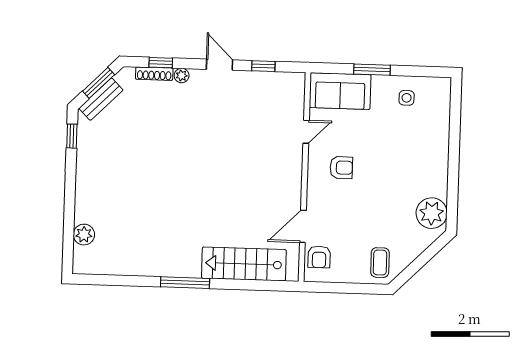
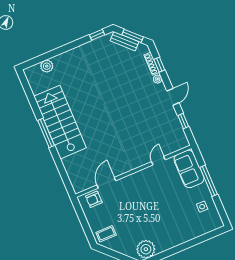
window: (372, 70) -> (209, 181), width x1.44
door: (306, 132) -> (158, 161), swing flipped
armchair: (341, 168) -> (148, 189), removed
door: (303, 226) -> (106, 183), hinge flipped
stairs: (244, 264) -> (60, 122), moved, width x1.36, depth x1.51

